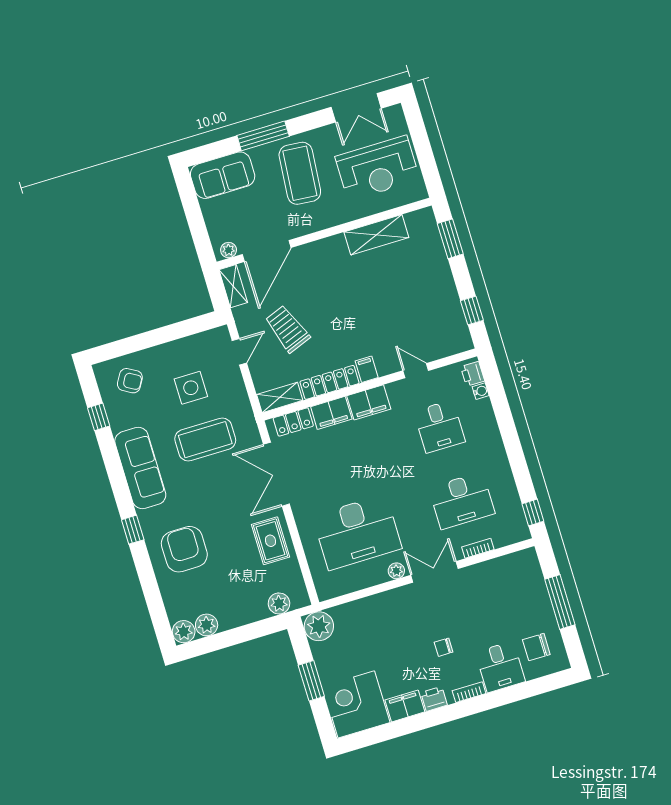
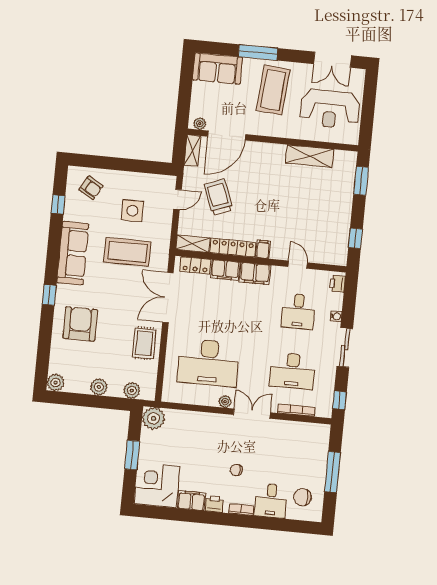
water cooler: (481, 391) -> (336, 316), moved
sliding door: (513, 447) -> (345, 348), added
bookcase: (478, 548) -> (296, 410), width x1.56
plant: (207, 625) -> (99, 387), moved

